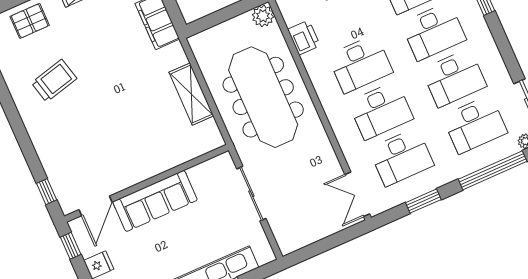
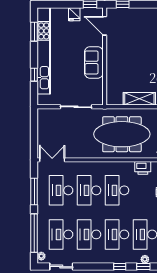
sofa: (155, 201) -> (94, 62), width x0.73
window: (423, 201) -> (34, 192), width x1.44

